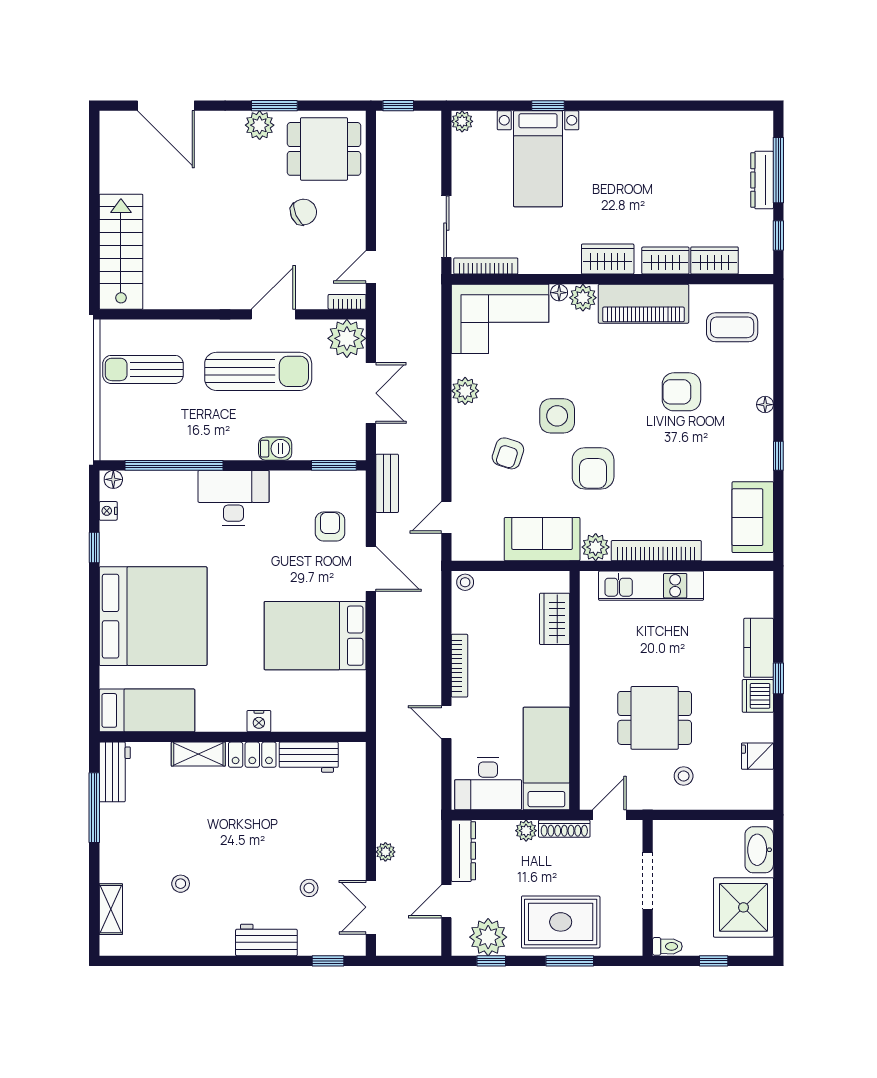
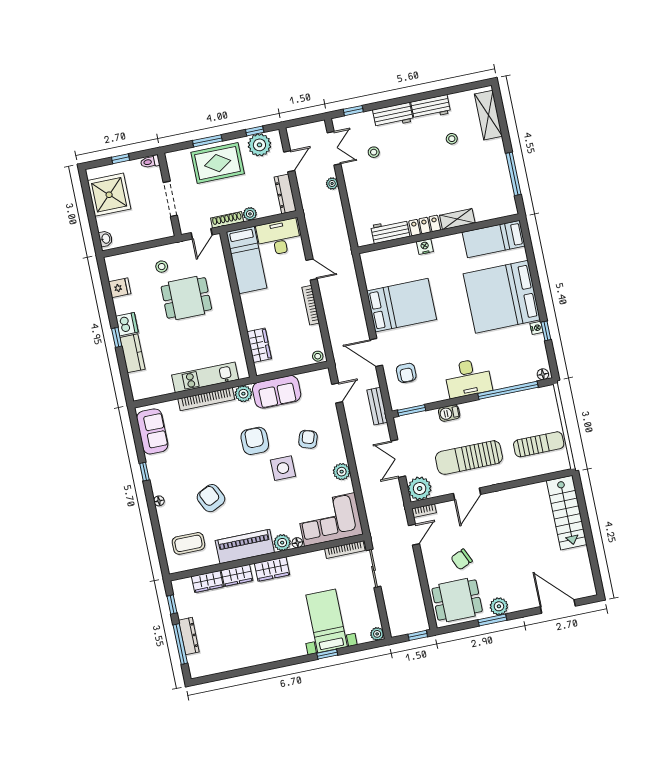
armchair: (681, 392) -> (211, 498), turned -116
nightstand: (108, 511) -> (537, 328), moved
workbench: (115, 772) -> (431, 107), moved, turned -90
washbasin: (759, 850) -> (106, 239), width x0.52, depth x0.69
shelving: (111, 909) -> (488, 115), width x1.50, depth x1.33

